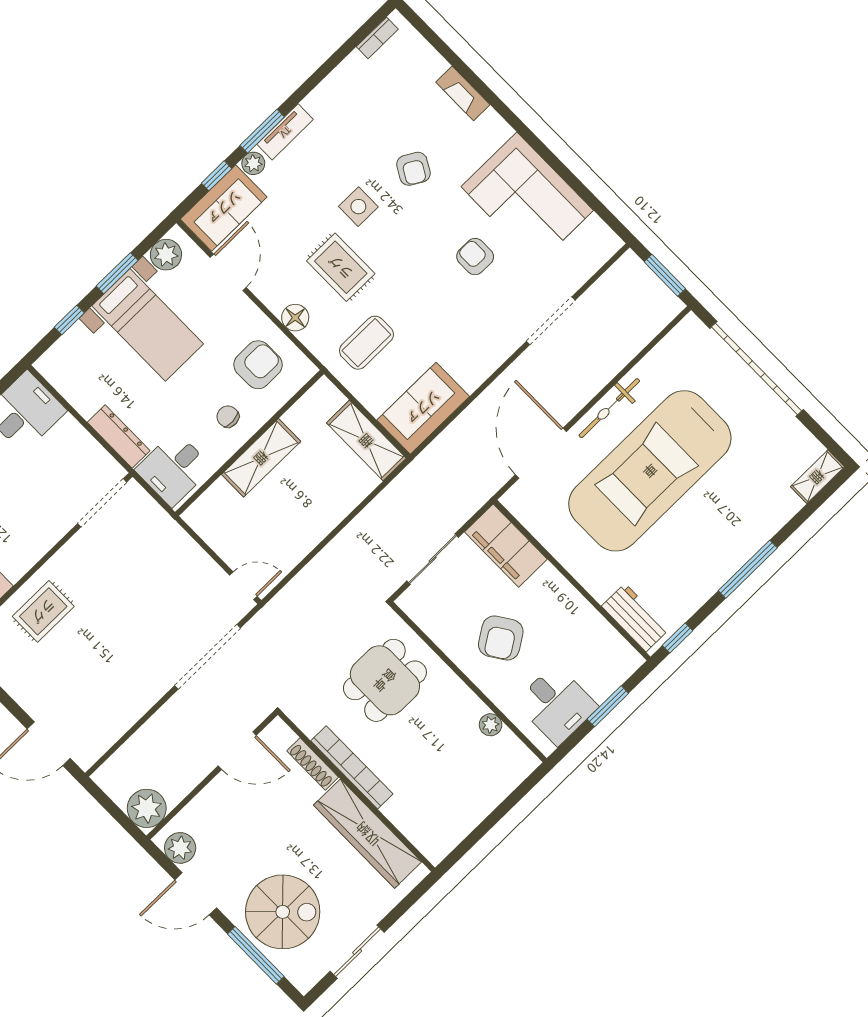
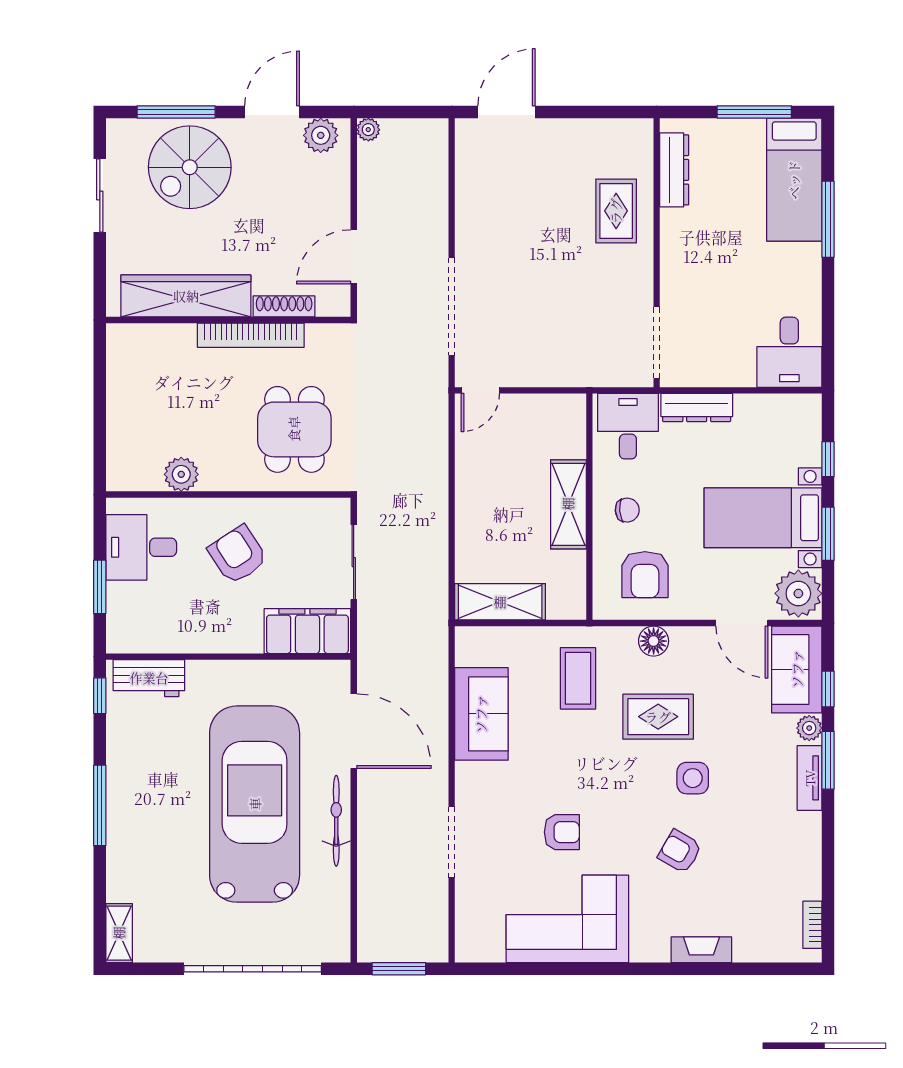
plant: (166, 255) -> (798, 593), width x1.36, depth x1.36
sofa: (423, 408) -> (481, 714), moved
plant: (491, 725) -> (181, 474), width x1.38, depth x1.38
plant: (147, 808) -> (368, 130), width x0.53, depth x0.53

